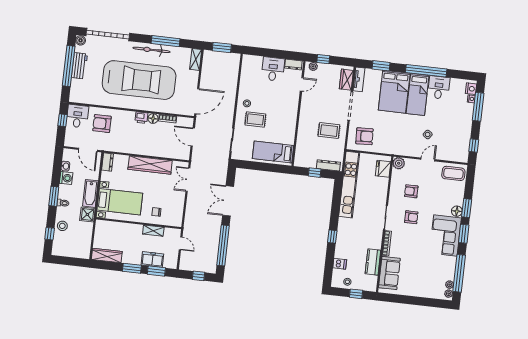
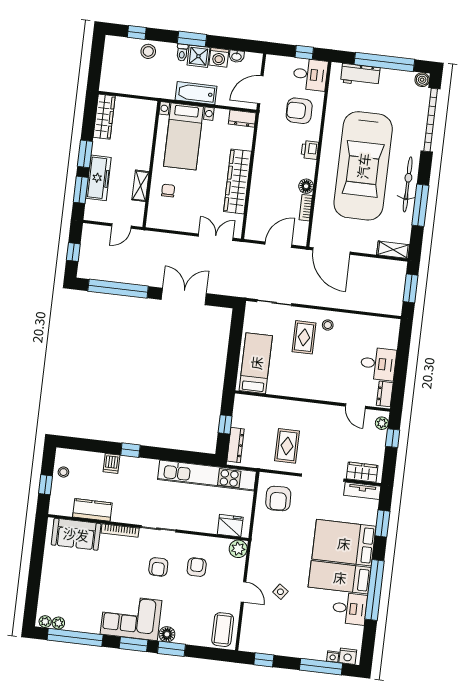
workbench: (79, 66) -> (360, 75), moved
printer: (141, 118) -> (310, 150), moved
armchair: (102, 124) -> (299, 111), turned -90
shower: (87, 214) -> (198, 56), moved
freezer: (152, 260) -> (99, 178), width x1.40
dishwasher: (340, 264) -> (112, 463), moved

